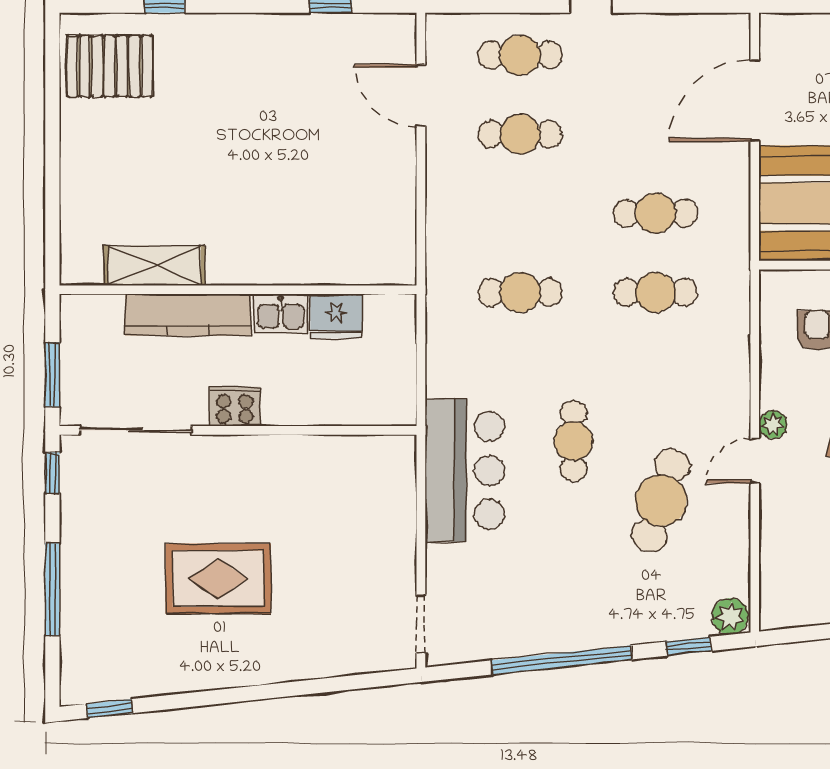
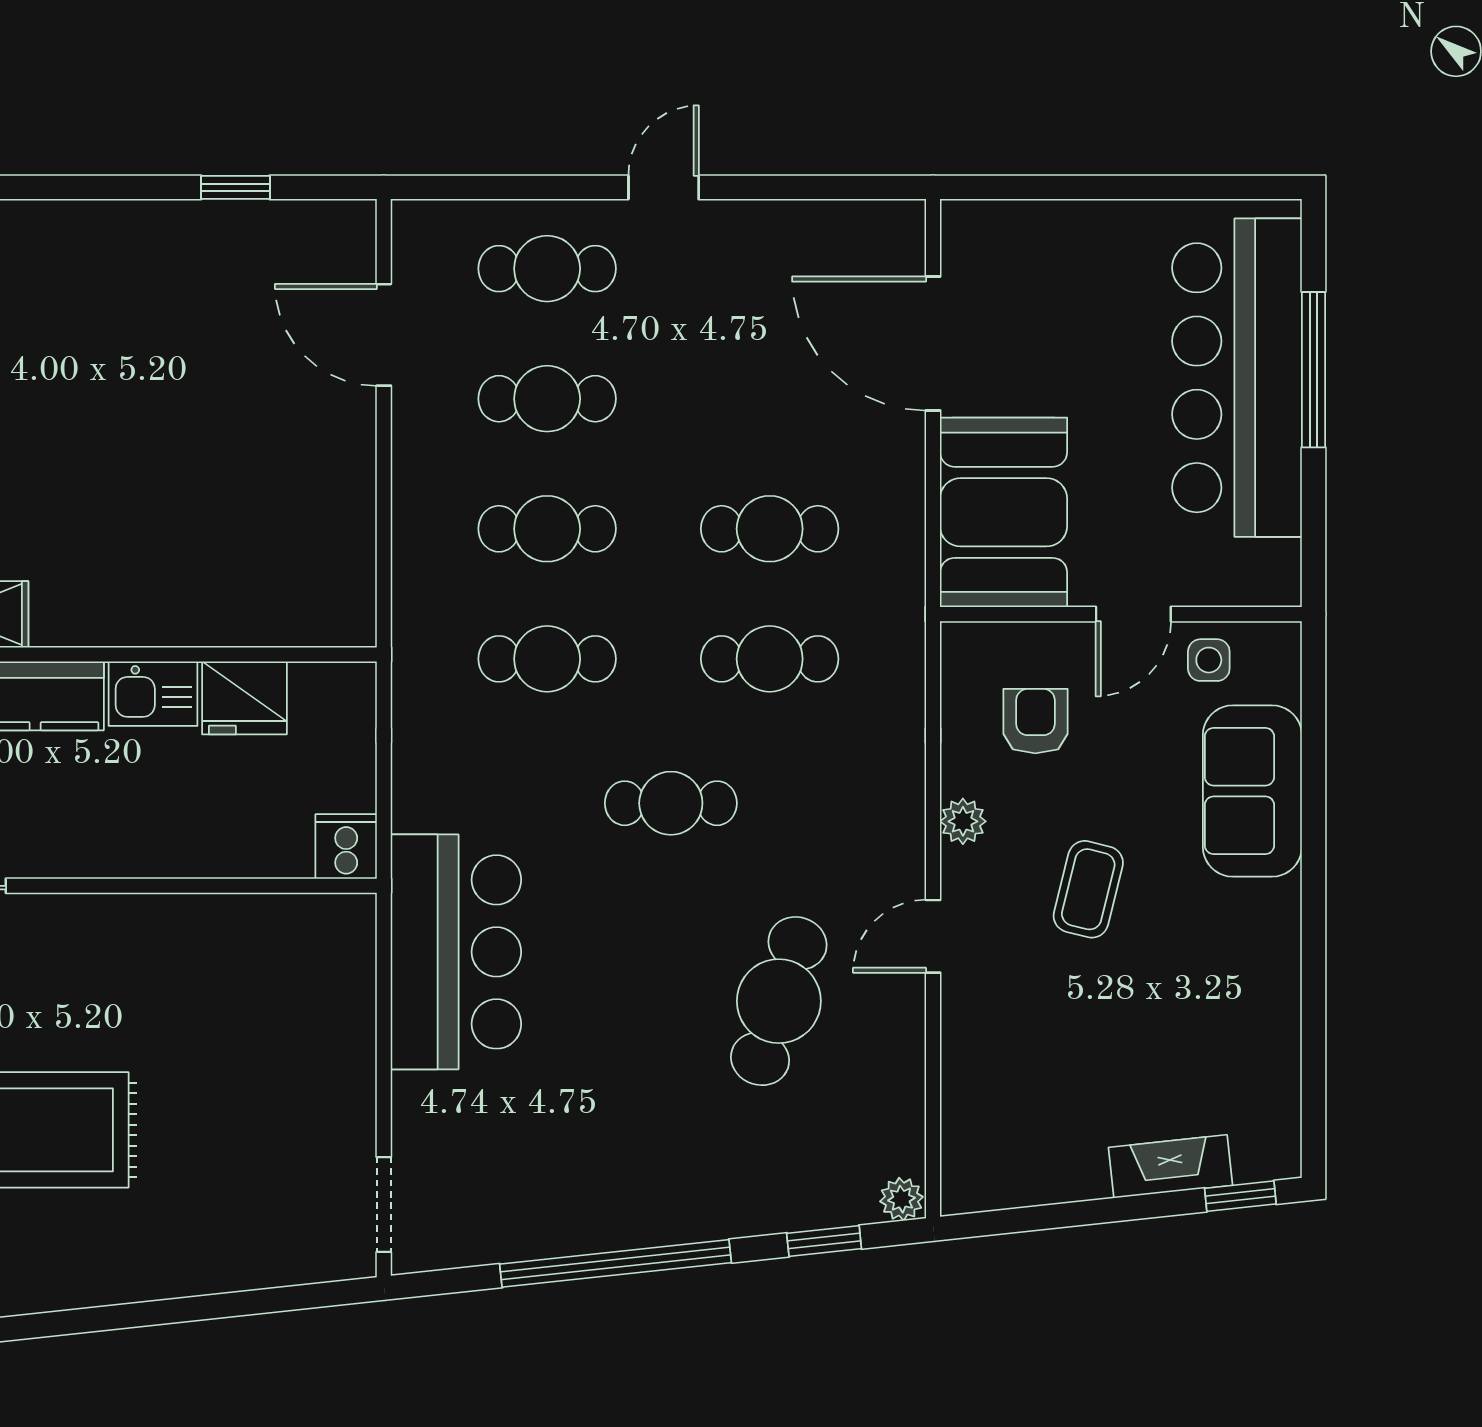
door: (755, 101) -> (933, 343), hinge flipped
cafe table: (520, 213) -> (547, 529), added
cooker: (235, 406) -> (346, 846), moved, width x0.73
plant: (773, 425) -> (963, 821), moved
cafe table: (573, 441) -> (671, 803), moved, turned 90
plant: (730, 616) -> (901, 1199), width x0.73, depth x0.73

